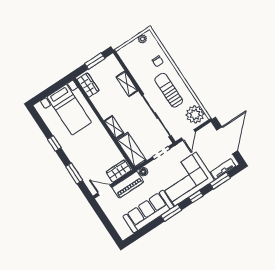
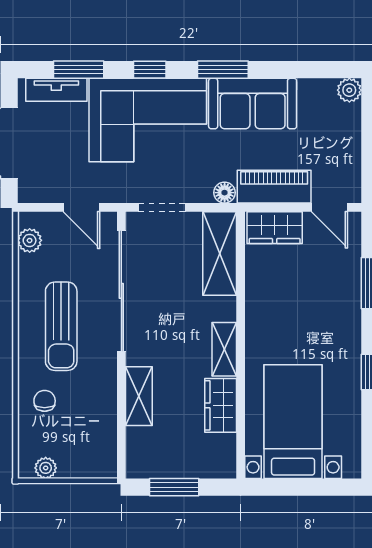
wardrobe: (88, 85) -> (221, 405), moved
plant: (195, 114) -> (30, 240), width x0.53, depth x0.53
shelving: (114, 127) -> (224, 349), moved
door: (188, 135) -> (82, 207), swing flipped
sofa: (148, 212) -> (253, 104), width x0.73
plant: (124, 234) -> (349, 90), added

